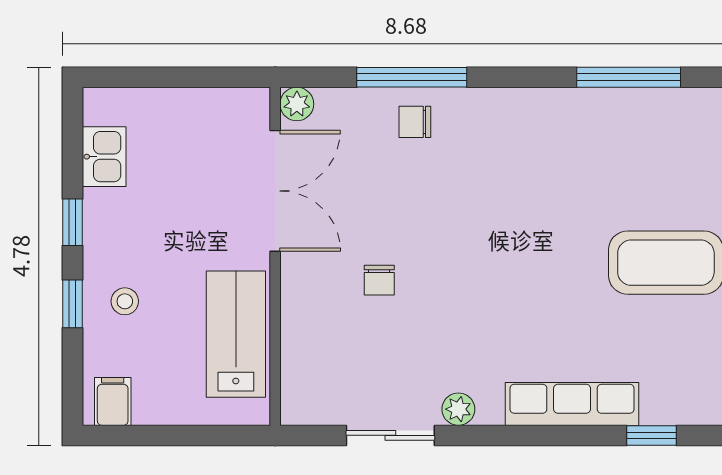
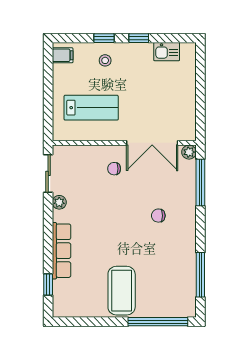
plant: (297, 104) -> (189, 152), moved
chair: (415, 122) -> (158, 216), moved, turned -90
double door: (275, 191) -> (152, 143), moved
wall: (275, 256) -> (124, 143), moved

